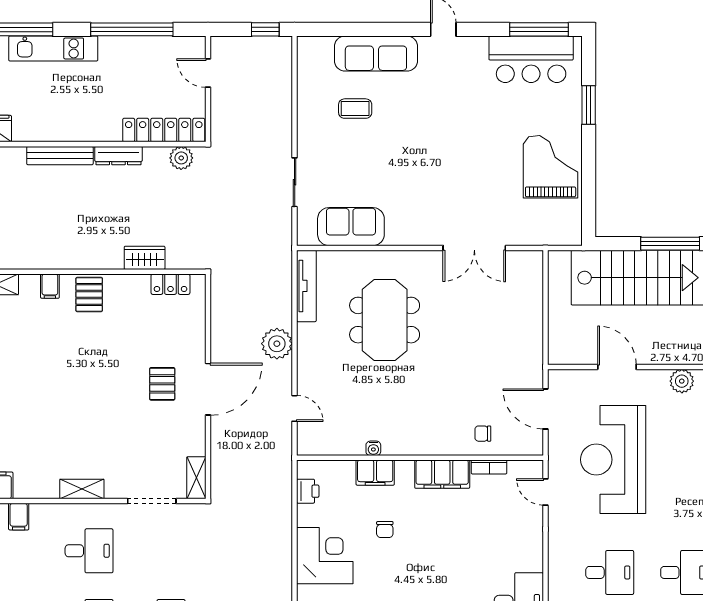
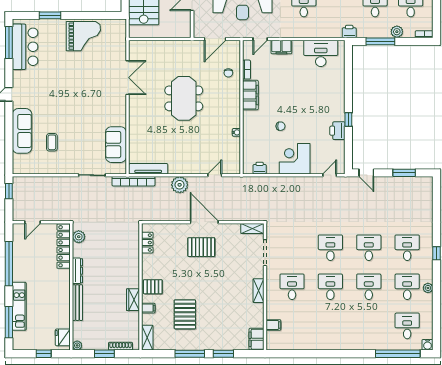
grand piano: (551, 167) -> (83, 36), turned 180
wardrobe: (145, 258) -> (133, 300), moved
bookcase: (283, 259) -> (133, 181), added
meeting table: (385, 320) -> (184, 98), moved, turned 90
pallet: (38, 353) -> (185, 314), added
pallet: (162, 384) -> (201, 247), width x1.50, depth x1.42
filing cabinet: (375, 473) -> (281, 47), moved, turned 90

